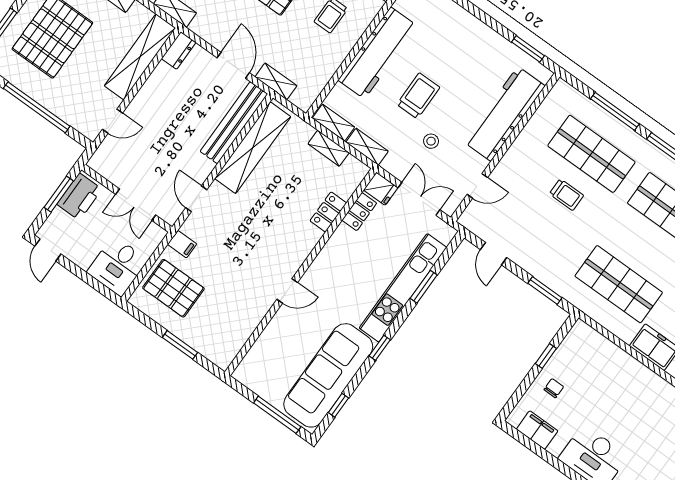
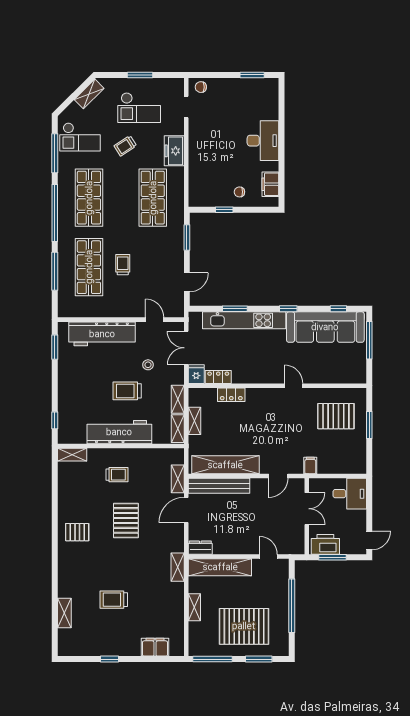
pallet: (173, 288) -> (336, 416), moved, turned 90

